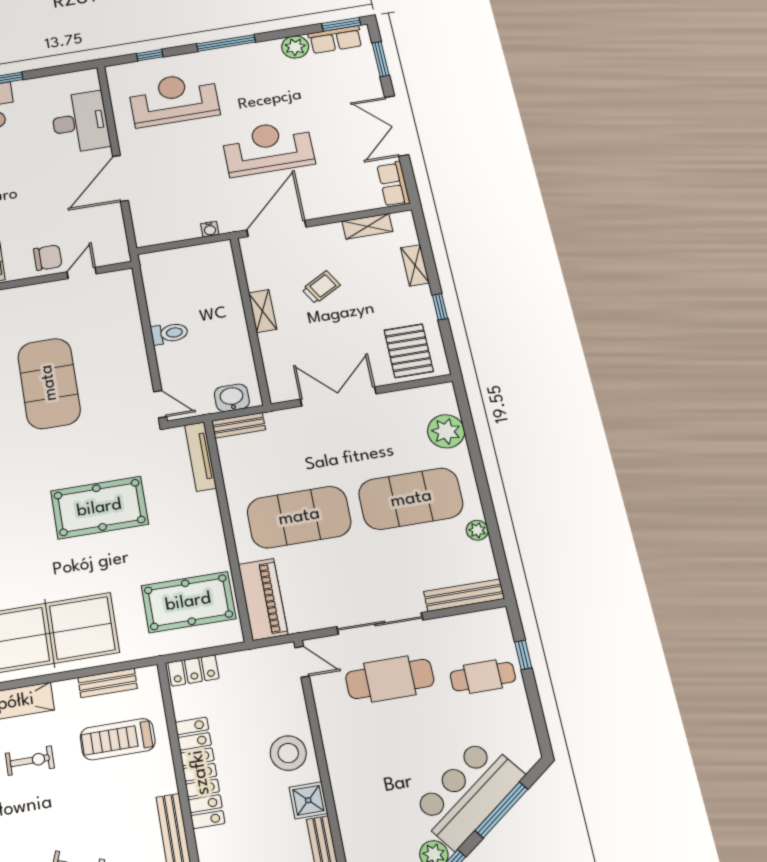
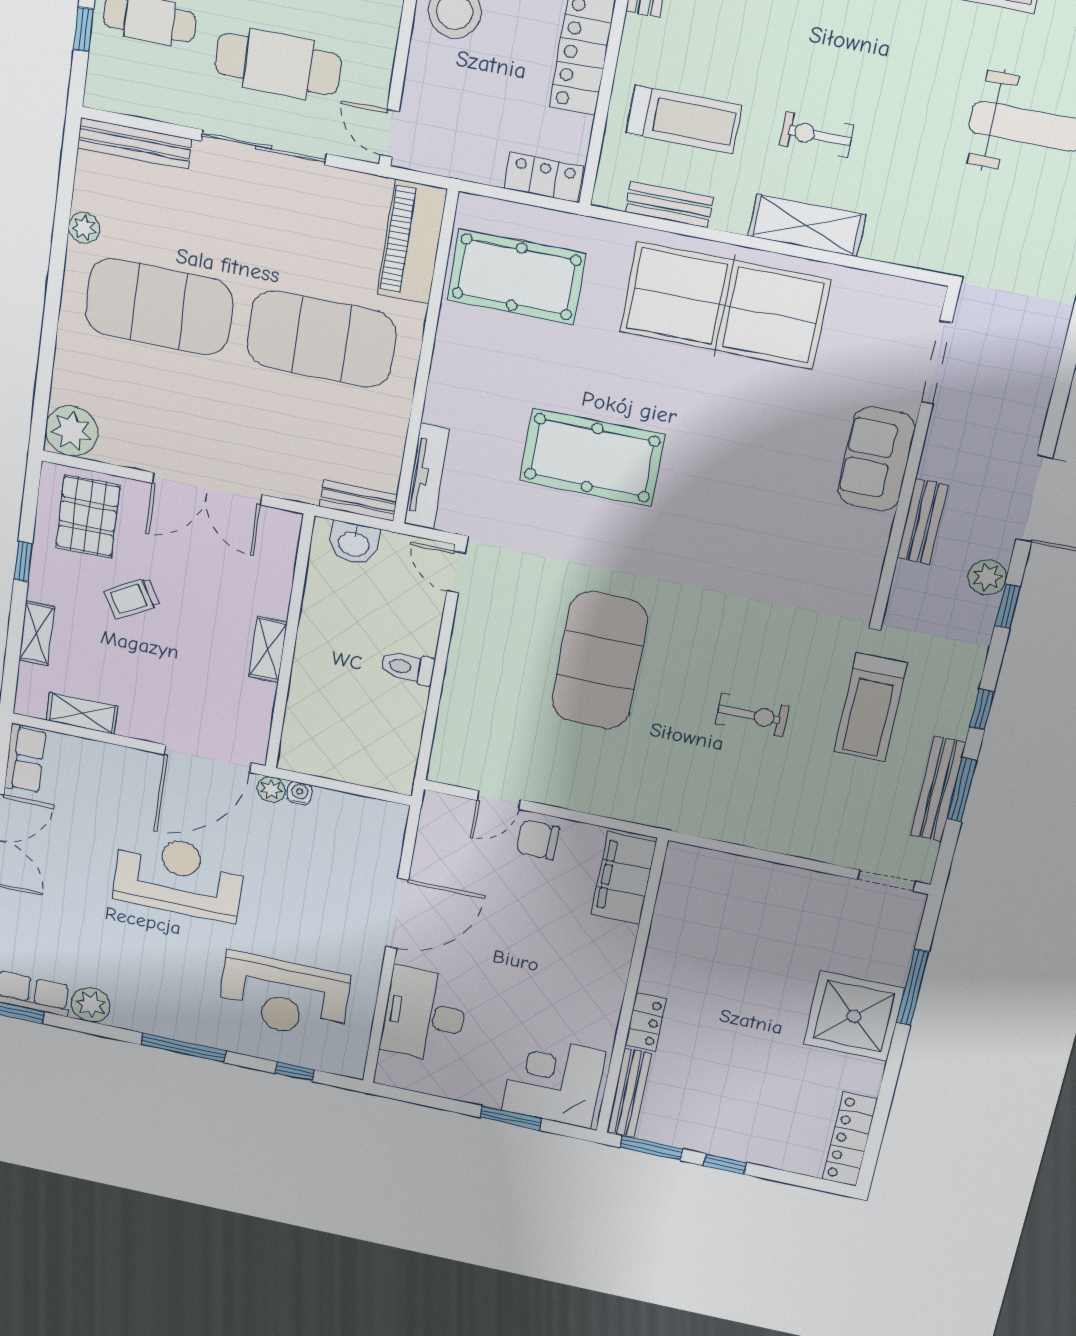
reception desk: (268, 148) -> (179, 877), turned 180
plant: (229, 225) -> (271, 789), added
trolley: (321, 287) -> (132, 598), moved
plant: (446, 431) -> (72, 431), moved

